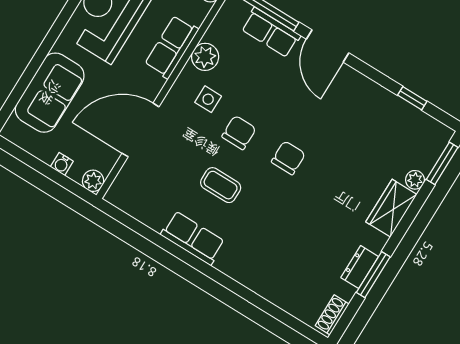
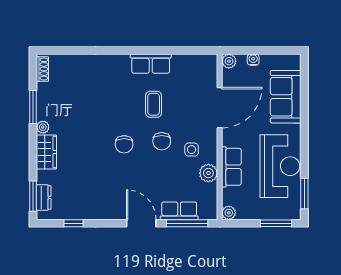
plant: (415, 180) -> (43, 127), moved
coffee table: (221, 185) -> (154, 104), turned 90
dresser: (360, 267) -> (44, 197), moved

